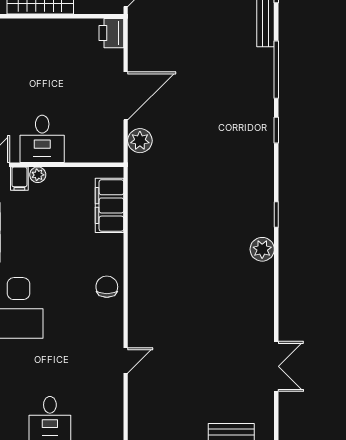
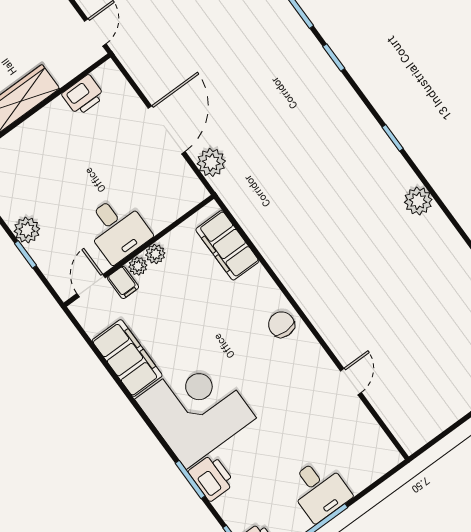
printer: (111, 33) -> (83, 95), moved, turned -90
plant: (56, 175) -> (155, 254), added
plant: (262, 249) -> (418, 201), moved

